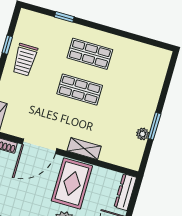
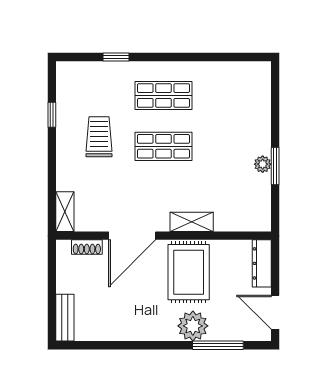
trolley: (25, 60) -> (99, 137), moved, turned 180
plant: (143, 134) -> (263, 164), moved

